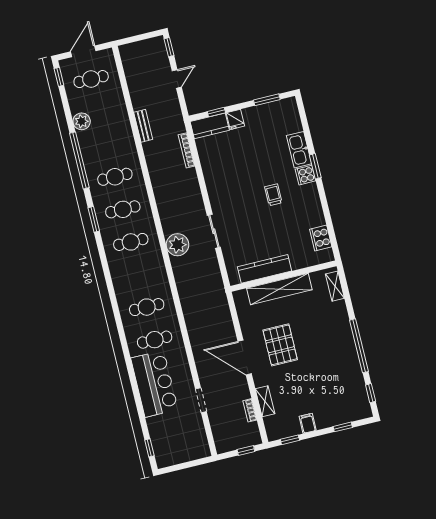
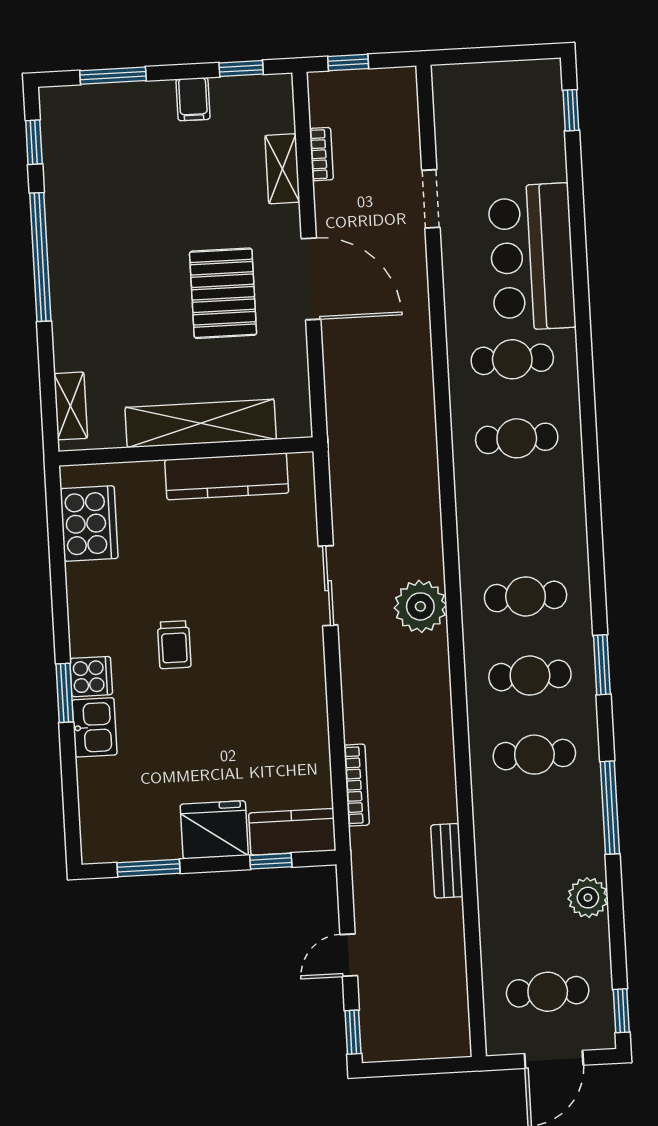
fridge: (235, 119) -> (214, 830), width x1.88, depth x1.34
kitchen sink: (299, 150) -> (94, 727), width x0.73
window: (79, 160) -> (610, 808), width x0.68
cooker: (321, 238) -> (89, 523), width x1.37, depth x1.31
plant: (177, 245) -> (420, 606), moved
window: (343, 427) -> (113, 76), width x1.50

